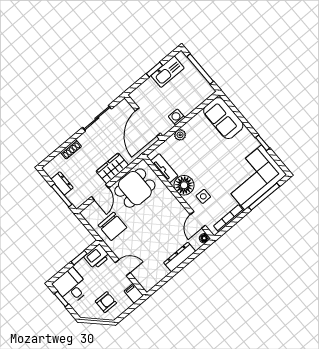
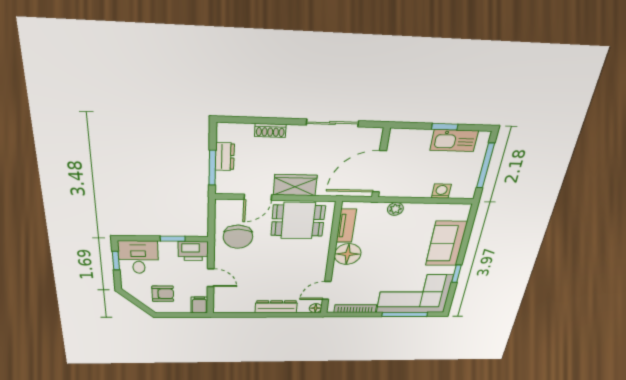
washing machine: (177, 117) -> (441, 191), moved
sofa: (223, 118) -> (446, 244), moved
side table: (203, 196) -> (354, 276), removed

